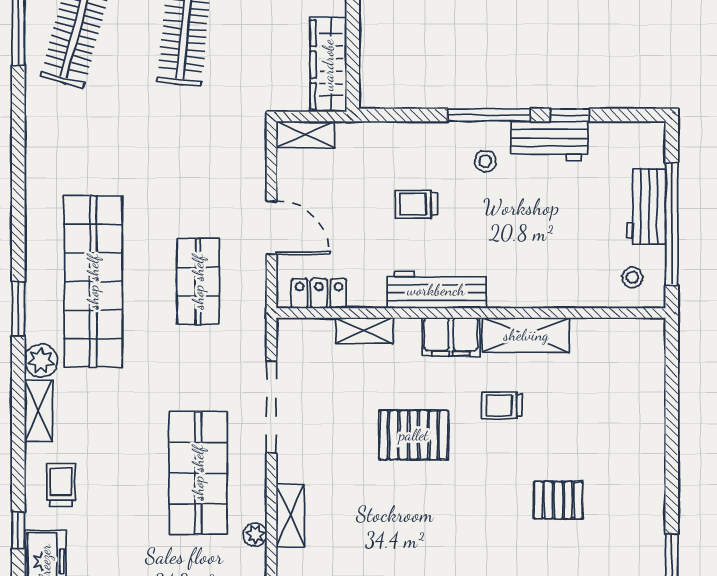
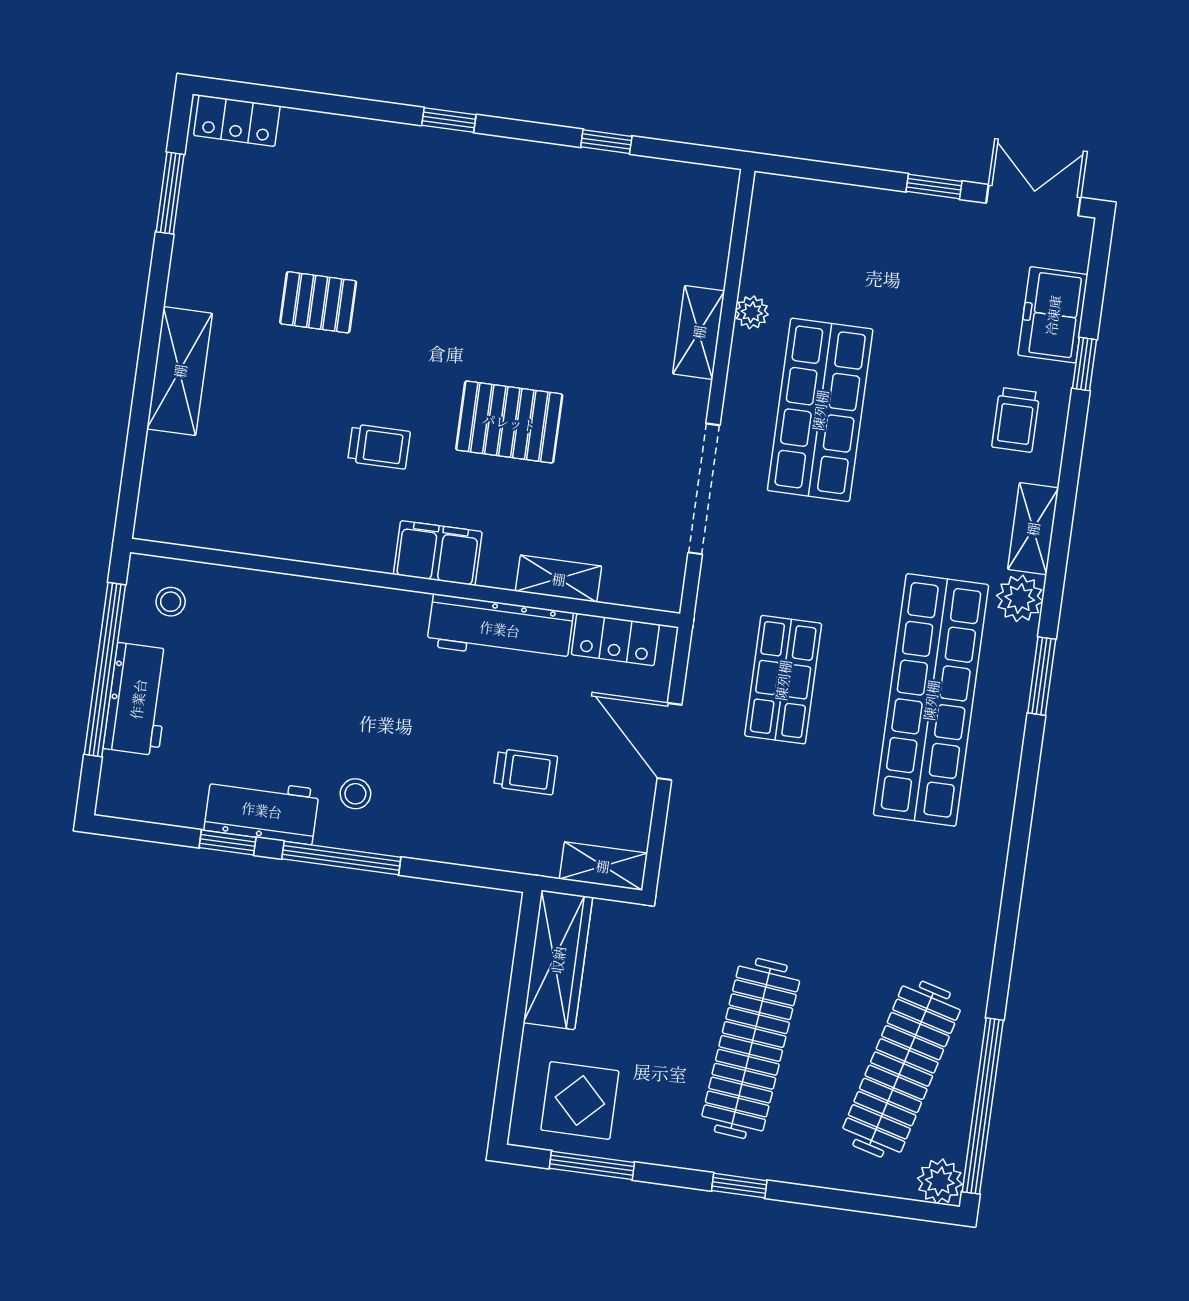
trolley: (416, 204) -> (526, 772), moved
workbench: (436, 290) -> (500, 629), moved
shelving: (526, 335) -> (180, 371), moved, turned 90

